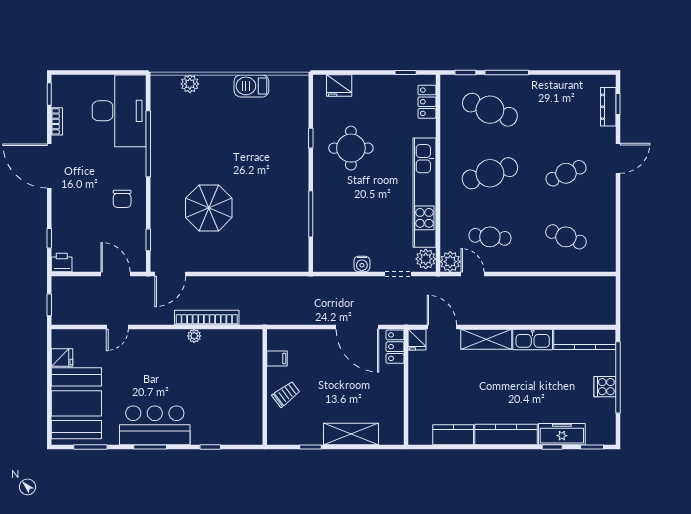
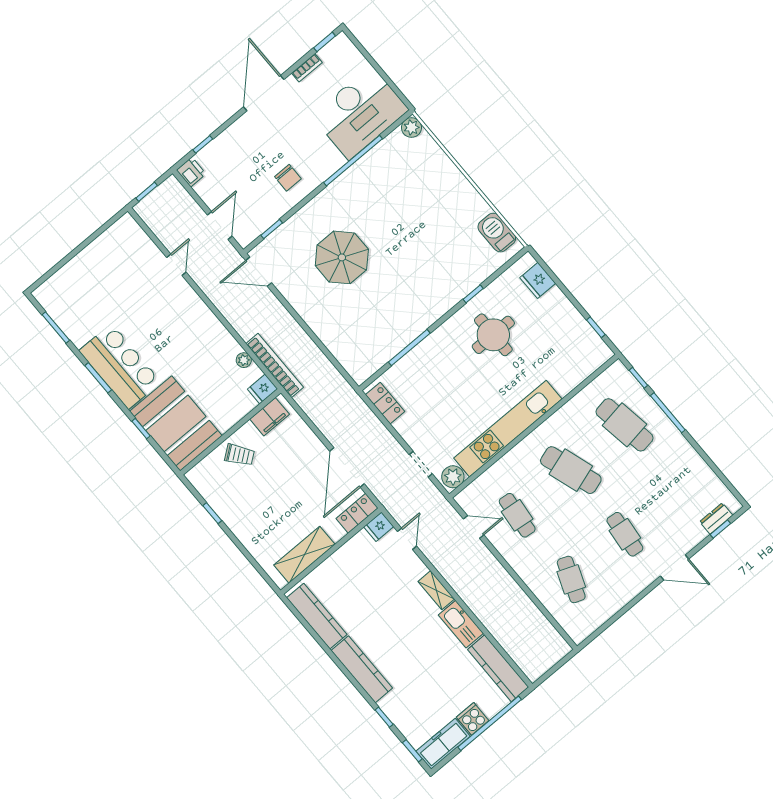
plant: (190, 84) -> (411, 127), moved
barbecue: (251, 86) -> (497, 233), moved
locker: (427, 102) -> (385, 403), moved, turned 90
dresser: (608, 107) -> (716, 518), width x0.70
cafe table: (490, 110) -> (625, 425), turned -30
cafe table: (566, 173) -> (625, 534), turned 30
chair: (122, 199) -> (288, 178), turned -90
plant: (450, 262) -> (468, 499), removed
water cooler: (362, 264) -> (403, 426), removed
door: (473, 274) -> (474, 527), hinge flipped
bookcase: (207, 317) -> (275, 365), moved
door: (117, 327) -> (176, 265), swing flipped
door: (442, 327) -> (407, 539), width x0.73
plant: (194, 336) -> (244, 360), moved
shelving: (486, 339) -> (436, 590), width x0.67, depth x0.75
fridge: (62, 357) -> (263, 389), moved, turned 90
filing cabinet: (277, 359) -> (270, 417), width x2.00
booth: (76, 403) -> (176, 423), moved, turned 90
shelving: (351, 434) -> (304, 555), moved, turned 90
freezer: (562, 434) -> (443, 744), moved, turned -90
kitchen counter: (453, 435) -> (317, 616), width x1.50

